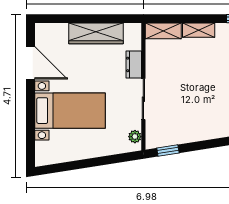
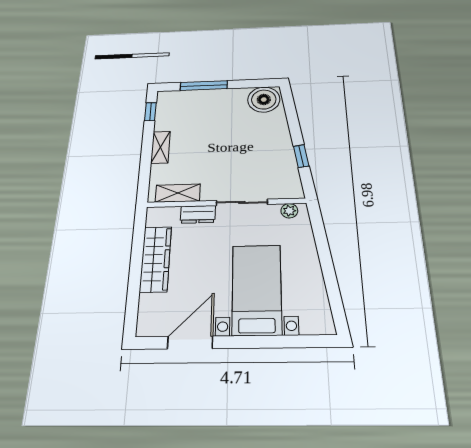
shelving: (163, 31) -> (178, 193), moved, turned 90
window: (168, 150) -> (301, 156), moved

